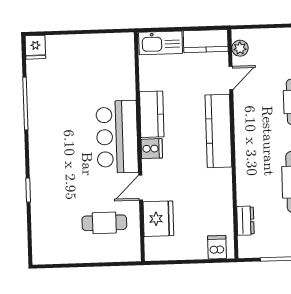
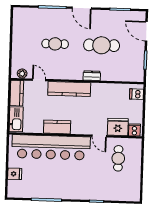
fridge: (35, 47) -> (15, 174), moved
bar counter: (117, 137) -> (51, 147), width x1.86
cooker: (152, 149) -> (134, 130), moved
dresser: (245, 221) -> (92, 76), moved

